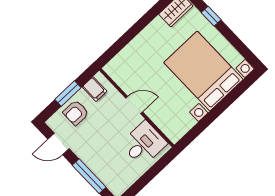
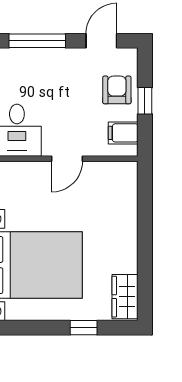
window: (68, 94) -> (145, 101), width x0.67

